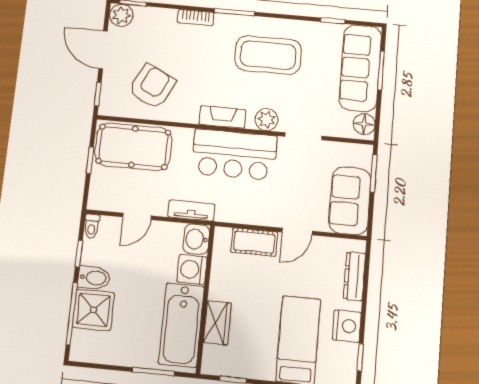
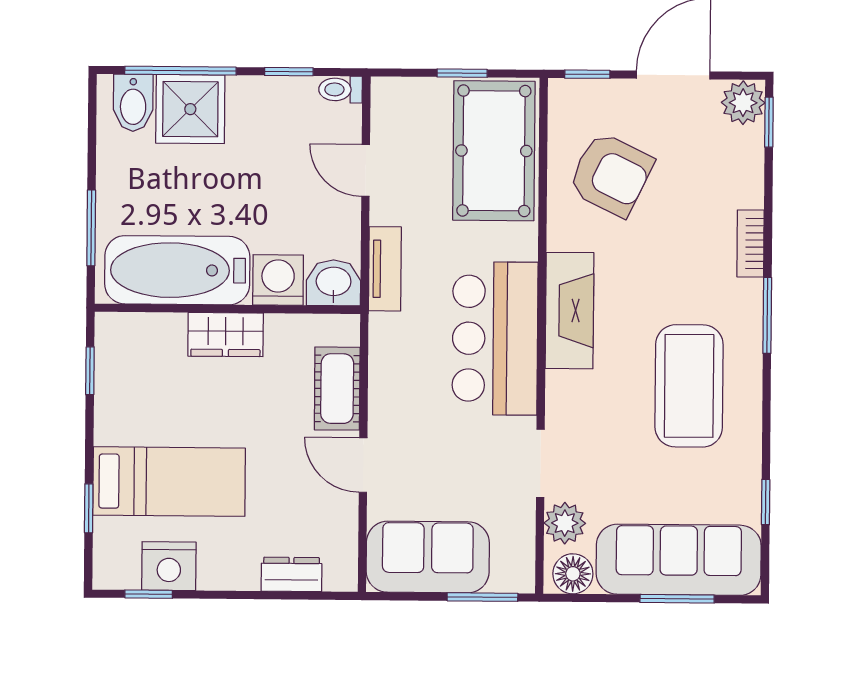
fireplace: (222, 117) -> (570, 311), width x1.37, depth x1.32
plant: (266, 120) -> (565, 523), moved
dresser: (354, 276) -> (291, 574), width x0.70
bidet: (94, 278) -> (133, 103), moved
wardrobe: (217, 323) -> (226, 335), moved
nightstand: (347, 326) -> (169, 566), moved

